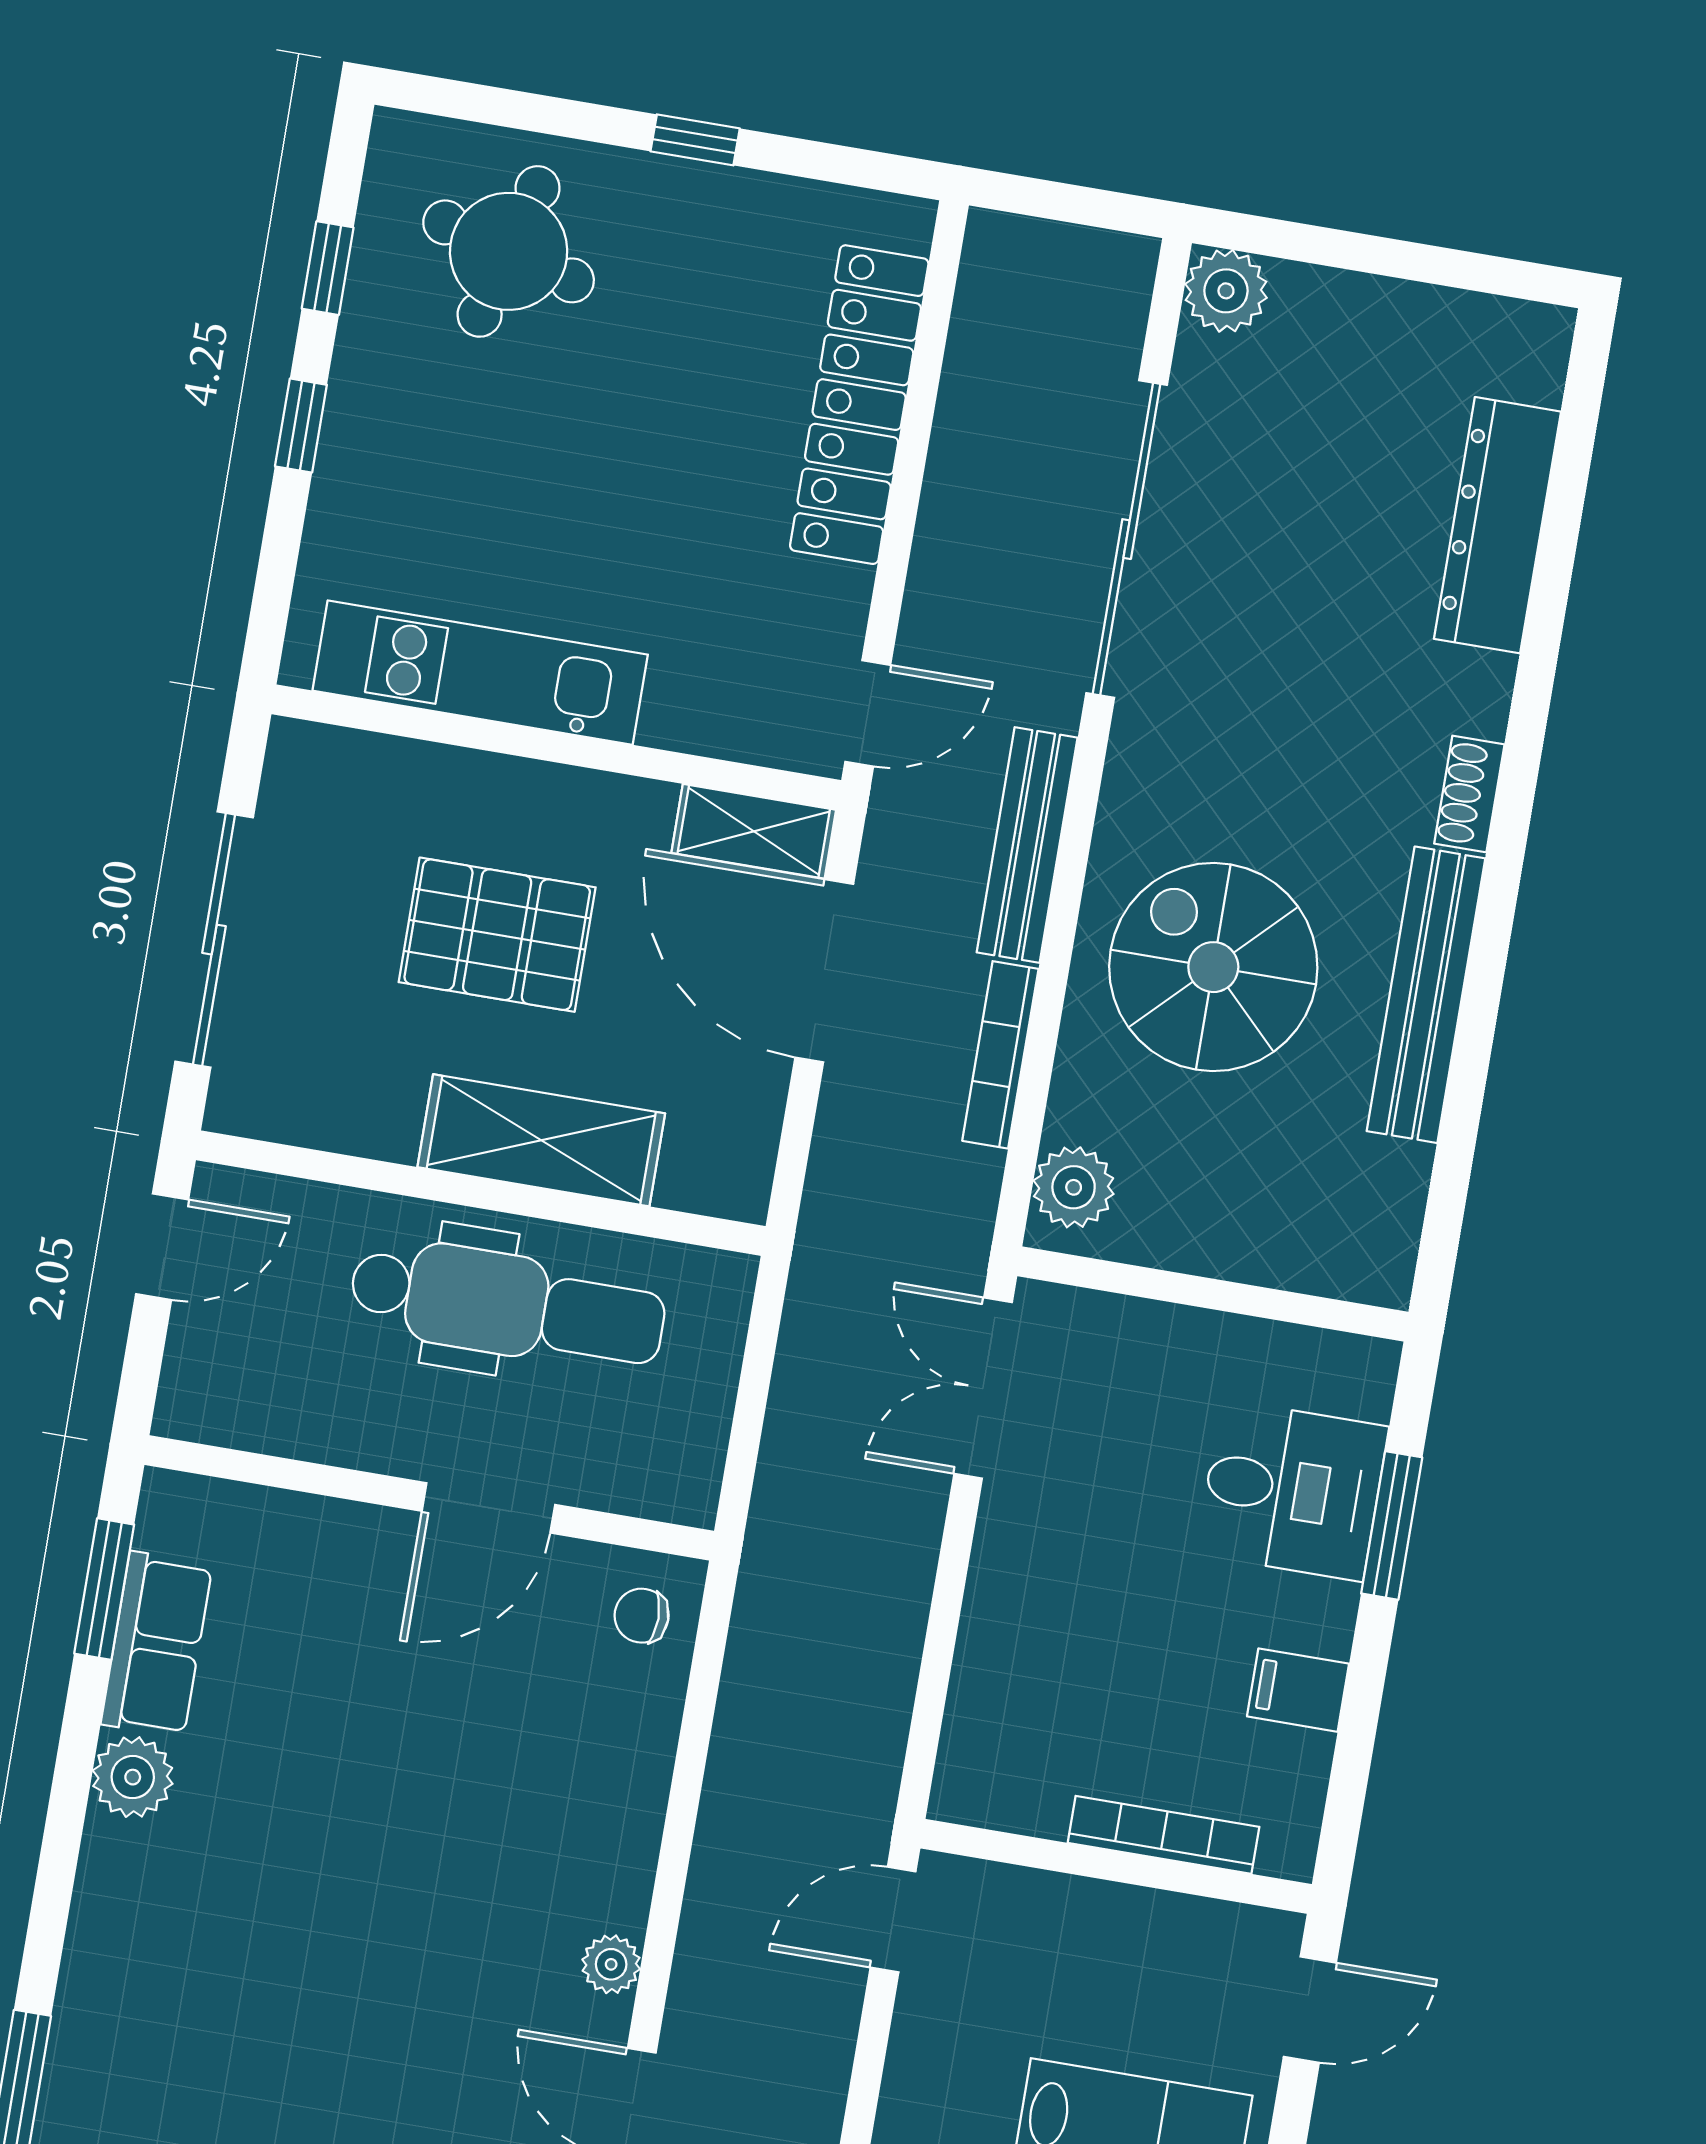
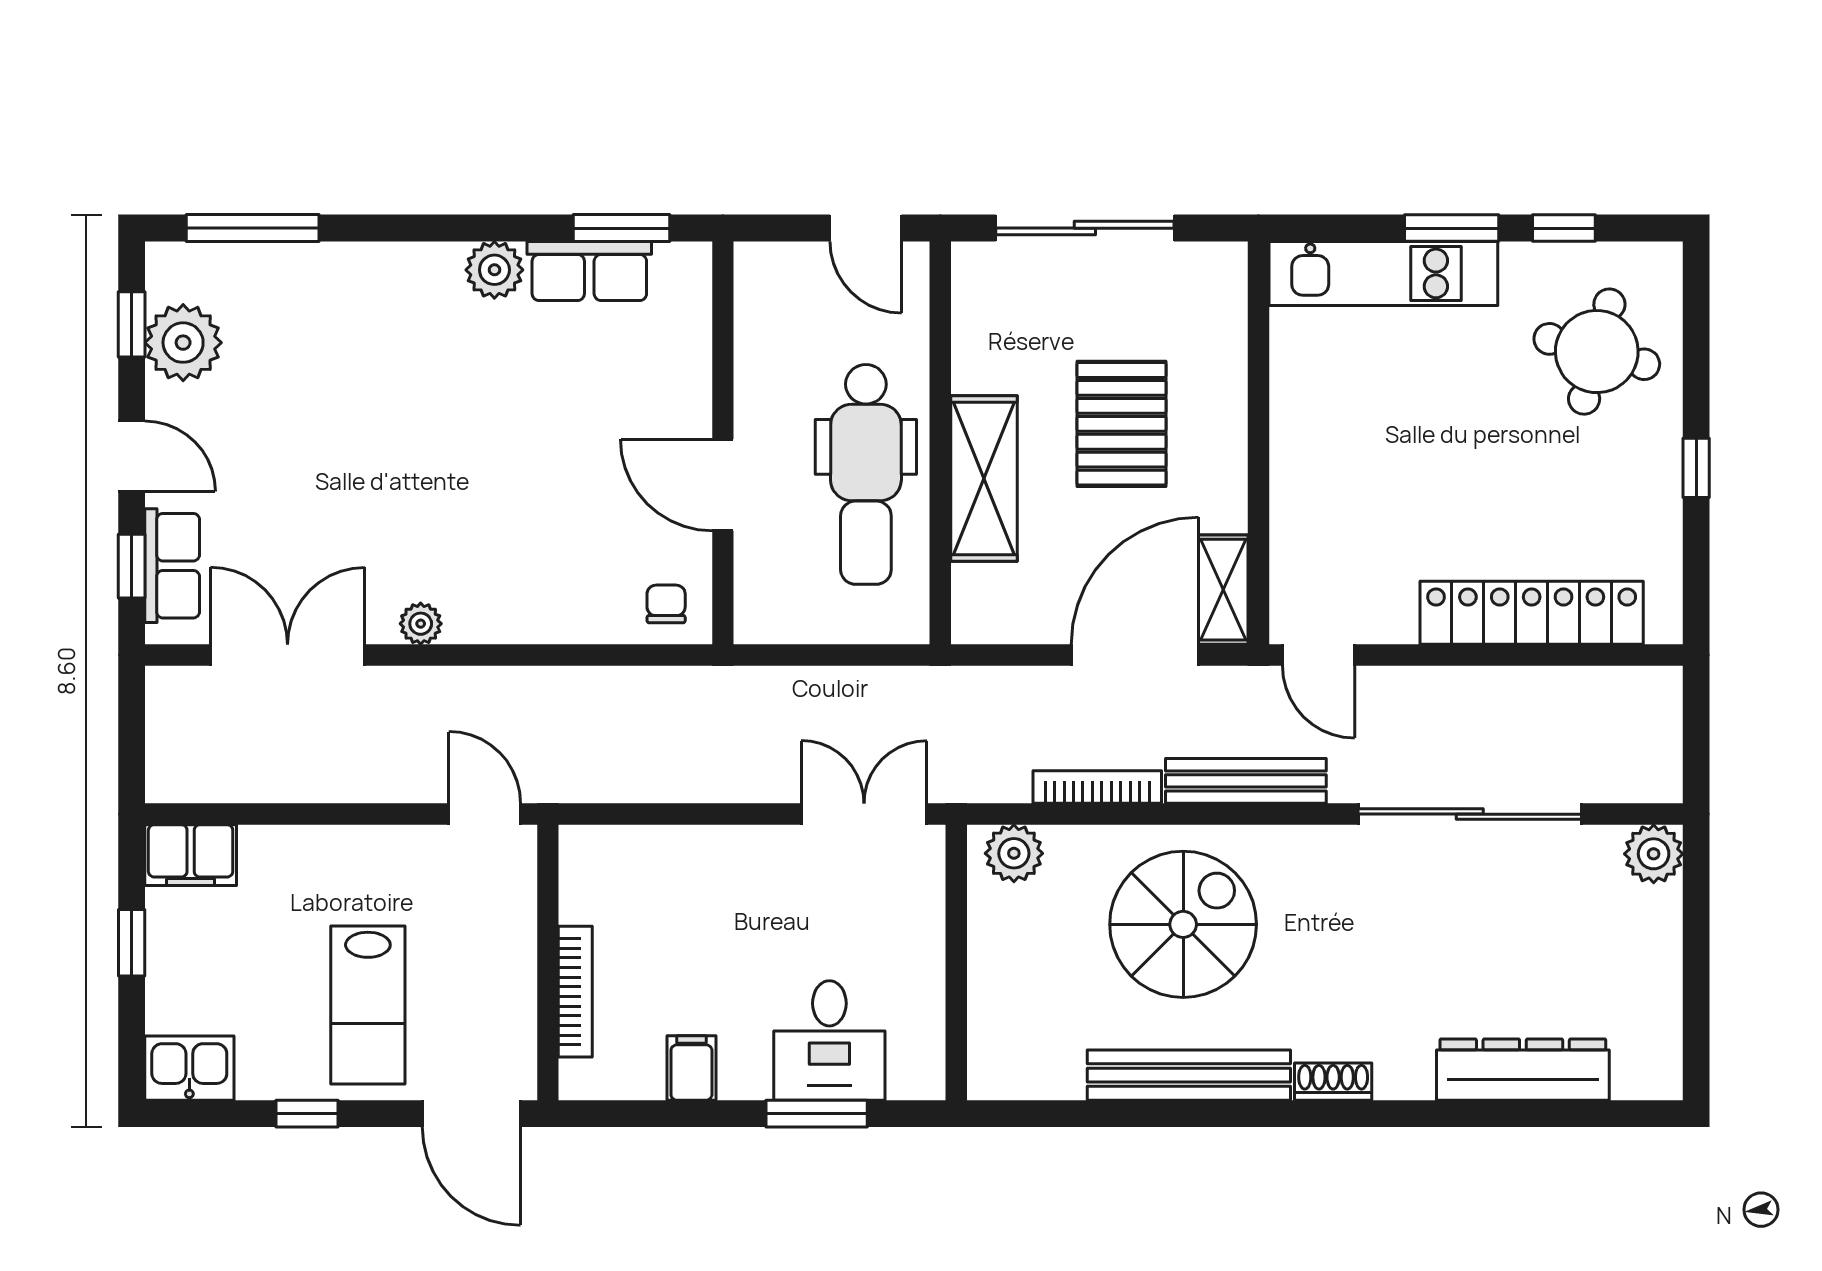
window: (301, 426) -> (1452, 228), width x1.50
kitchen unit: (480, 673) -> (1383, 273), moved, turned 90
door: (1310, 2010) -> (471, 1114), width x1.38

